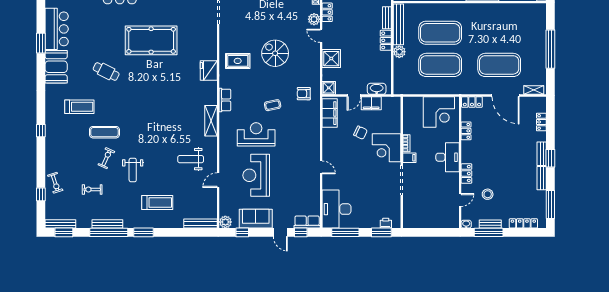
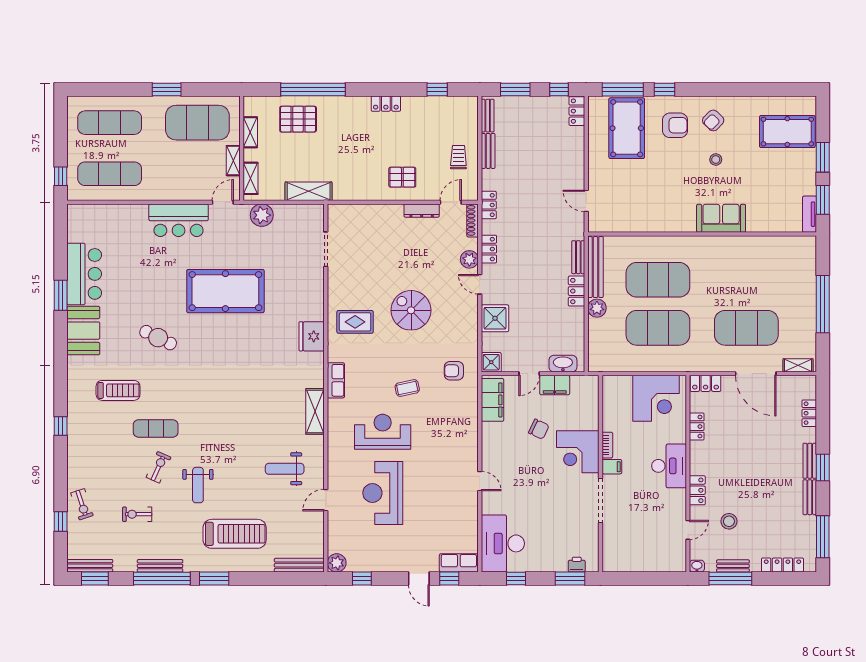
treadmill: (157, 203) -> (235, 534), width x1.37, depth x1.38
sofa: (256, 219) -> (382, 558), removed
window: (345, 232) -> (516, 579), width x0.46

